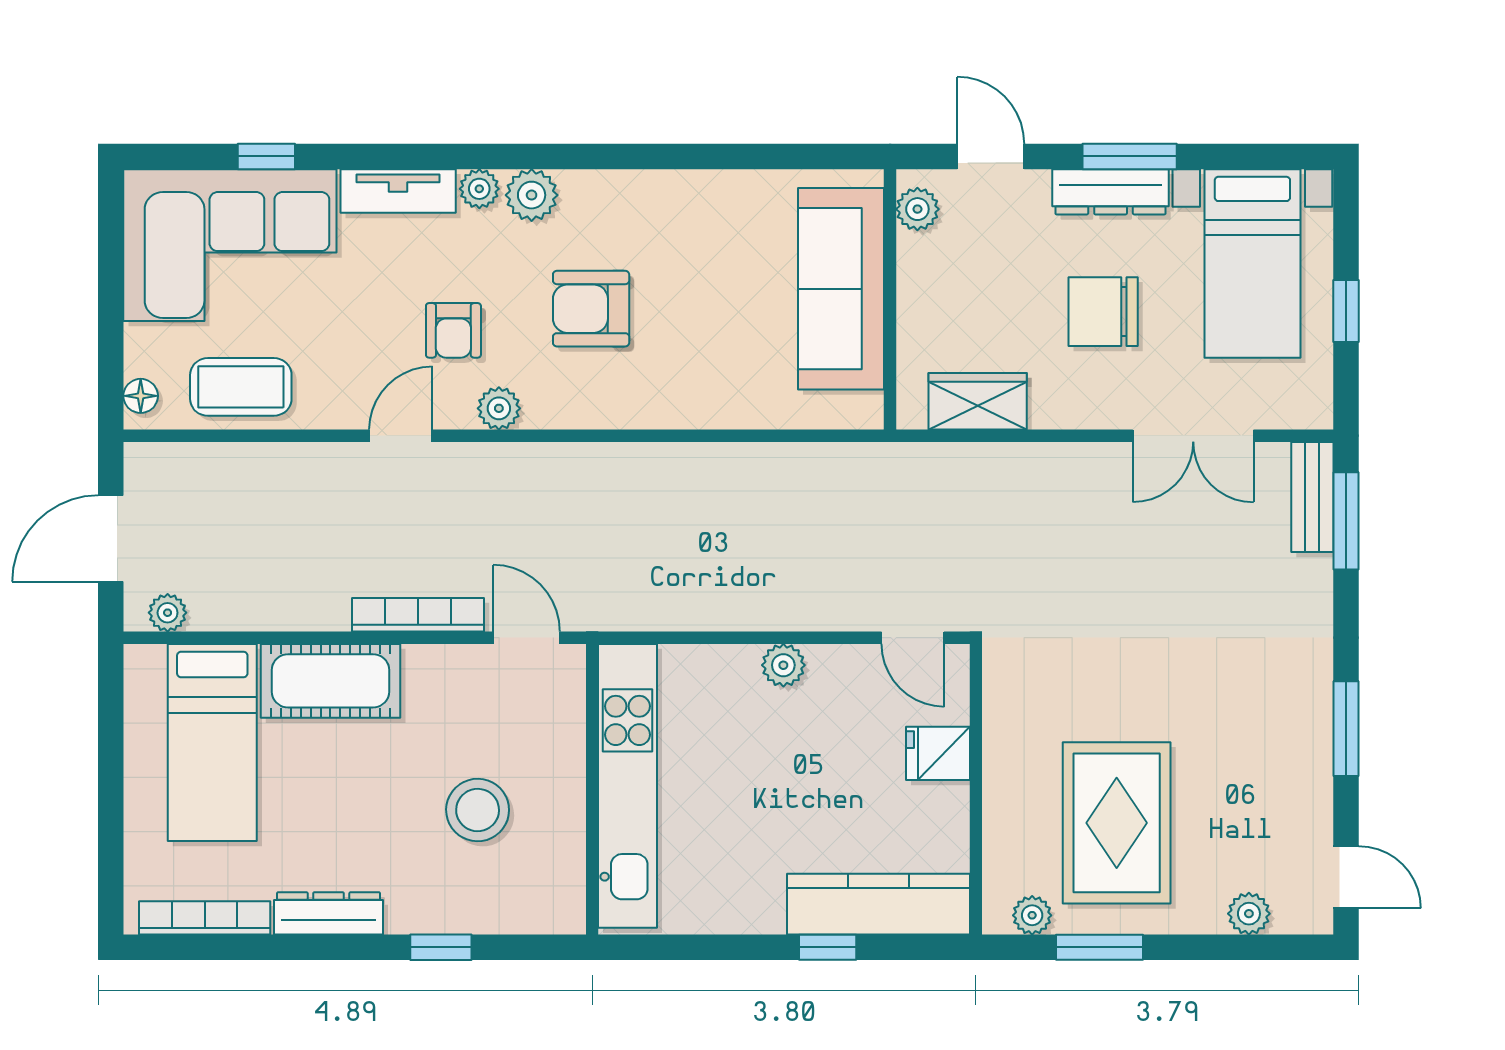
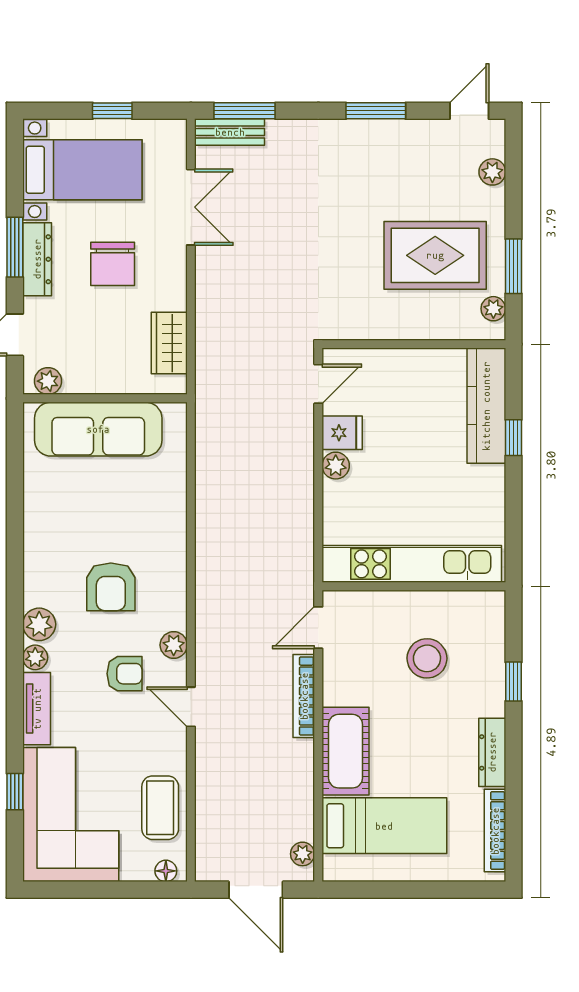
fridge: (938, 753) -> (342, 433), moved, turned -90

